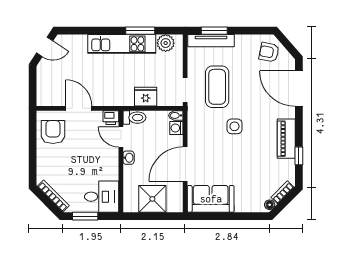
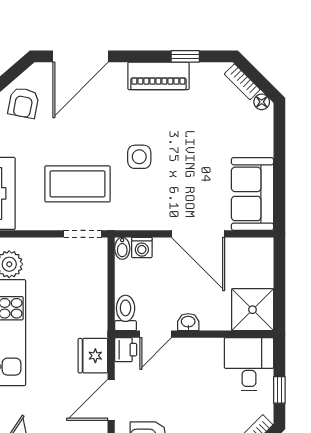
fridge: (146, 97) -> (93, 356), moved
shower: (152, 199) -> (253, 310), moved
window: (85, 216) -> (279, 390), width x0.67

